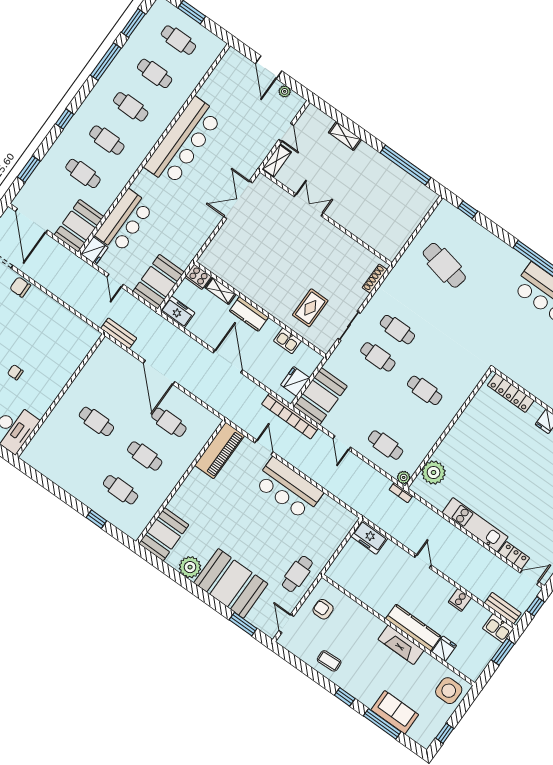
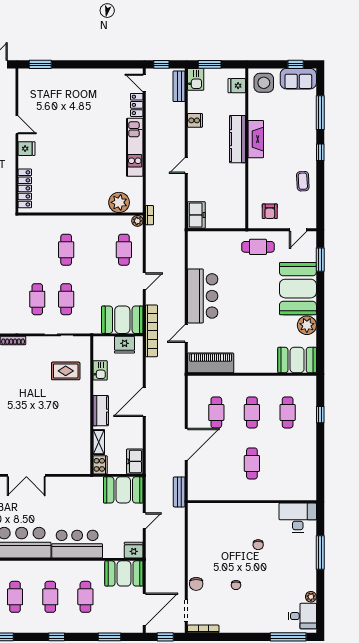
bar counter: (124, 221) -> (77, 544), moved
fridge: (444, 649) -> (237, 86), moved
sofa: (395, 712) -> (298, 79), moved, turned -90

